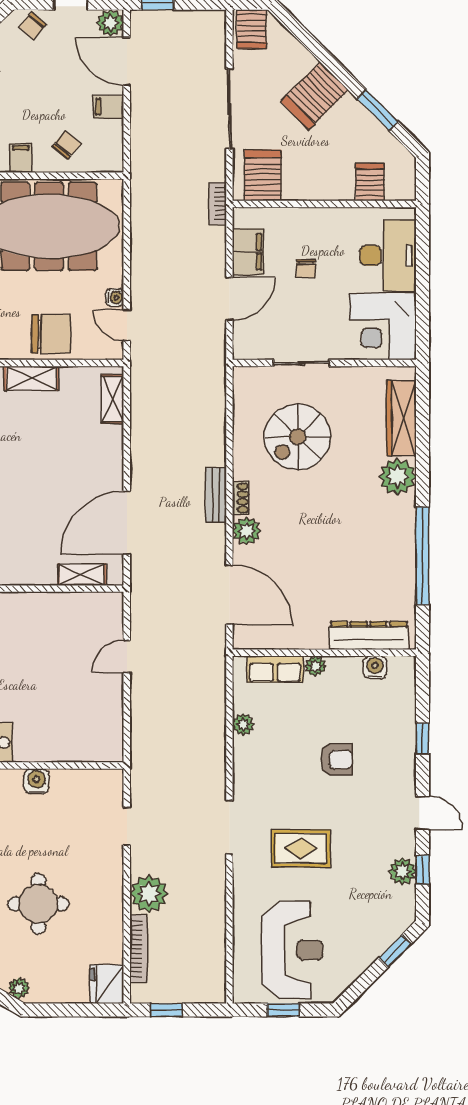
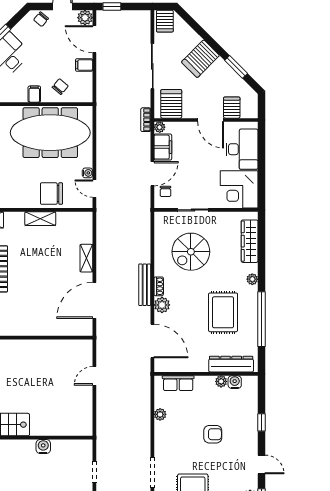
door: (332, 204) -> (211, 120), added
plant: (242, 217) -> (160, 127), added
chair: (306, 269) -> (165, 191), moved
chair: (51, 334) -> (51, 194), turned 180
shelving: (113, 399) -> (86, 258), moved
plant: (397, 477) -> (252, 279), width x0.53, depth x0.53
bench: (216, 495) -> (145, 285), width x1.36
rug: (354, 544) -> (223, 312), added
shelving: (82, 575) -> (69, 330), removed
plant: (315, 666) -> (221, 381), moved

